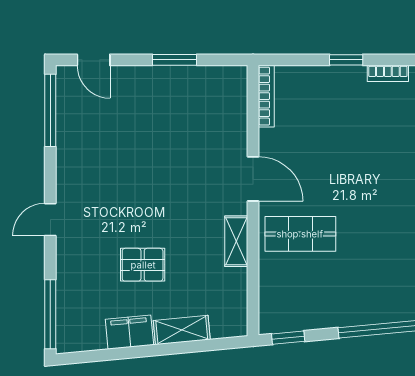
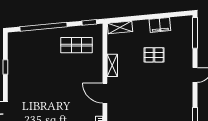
shop shelf: (300, 234) -> (77, 45), moved
shelving: (182, 330) -> (120, 27), moved

